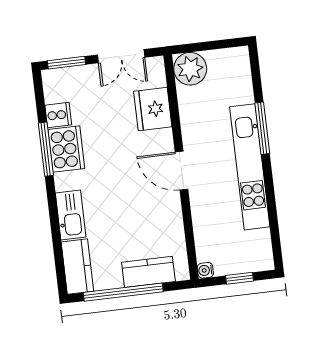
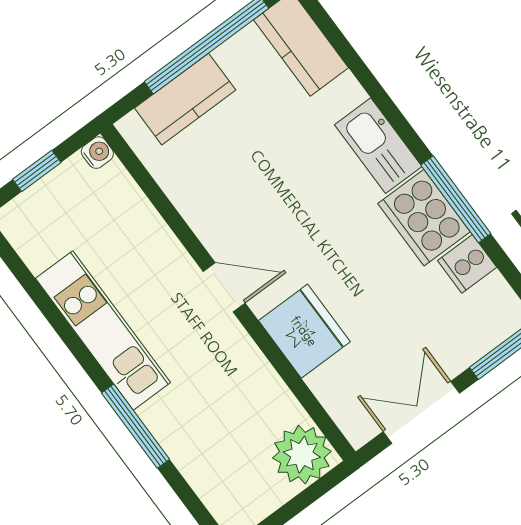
fridge: (153, 109) -> (304, 331), moved
kitchen unit: (250, 167) -> (103, 330), width x0.73
door: (181, 171) -> (224, 287), width x0.73
kitchen sink: (71, 215) -> (378, 146), moved

